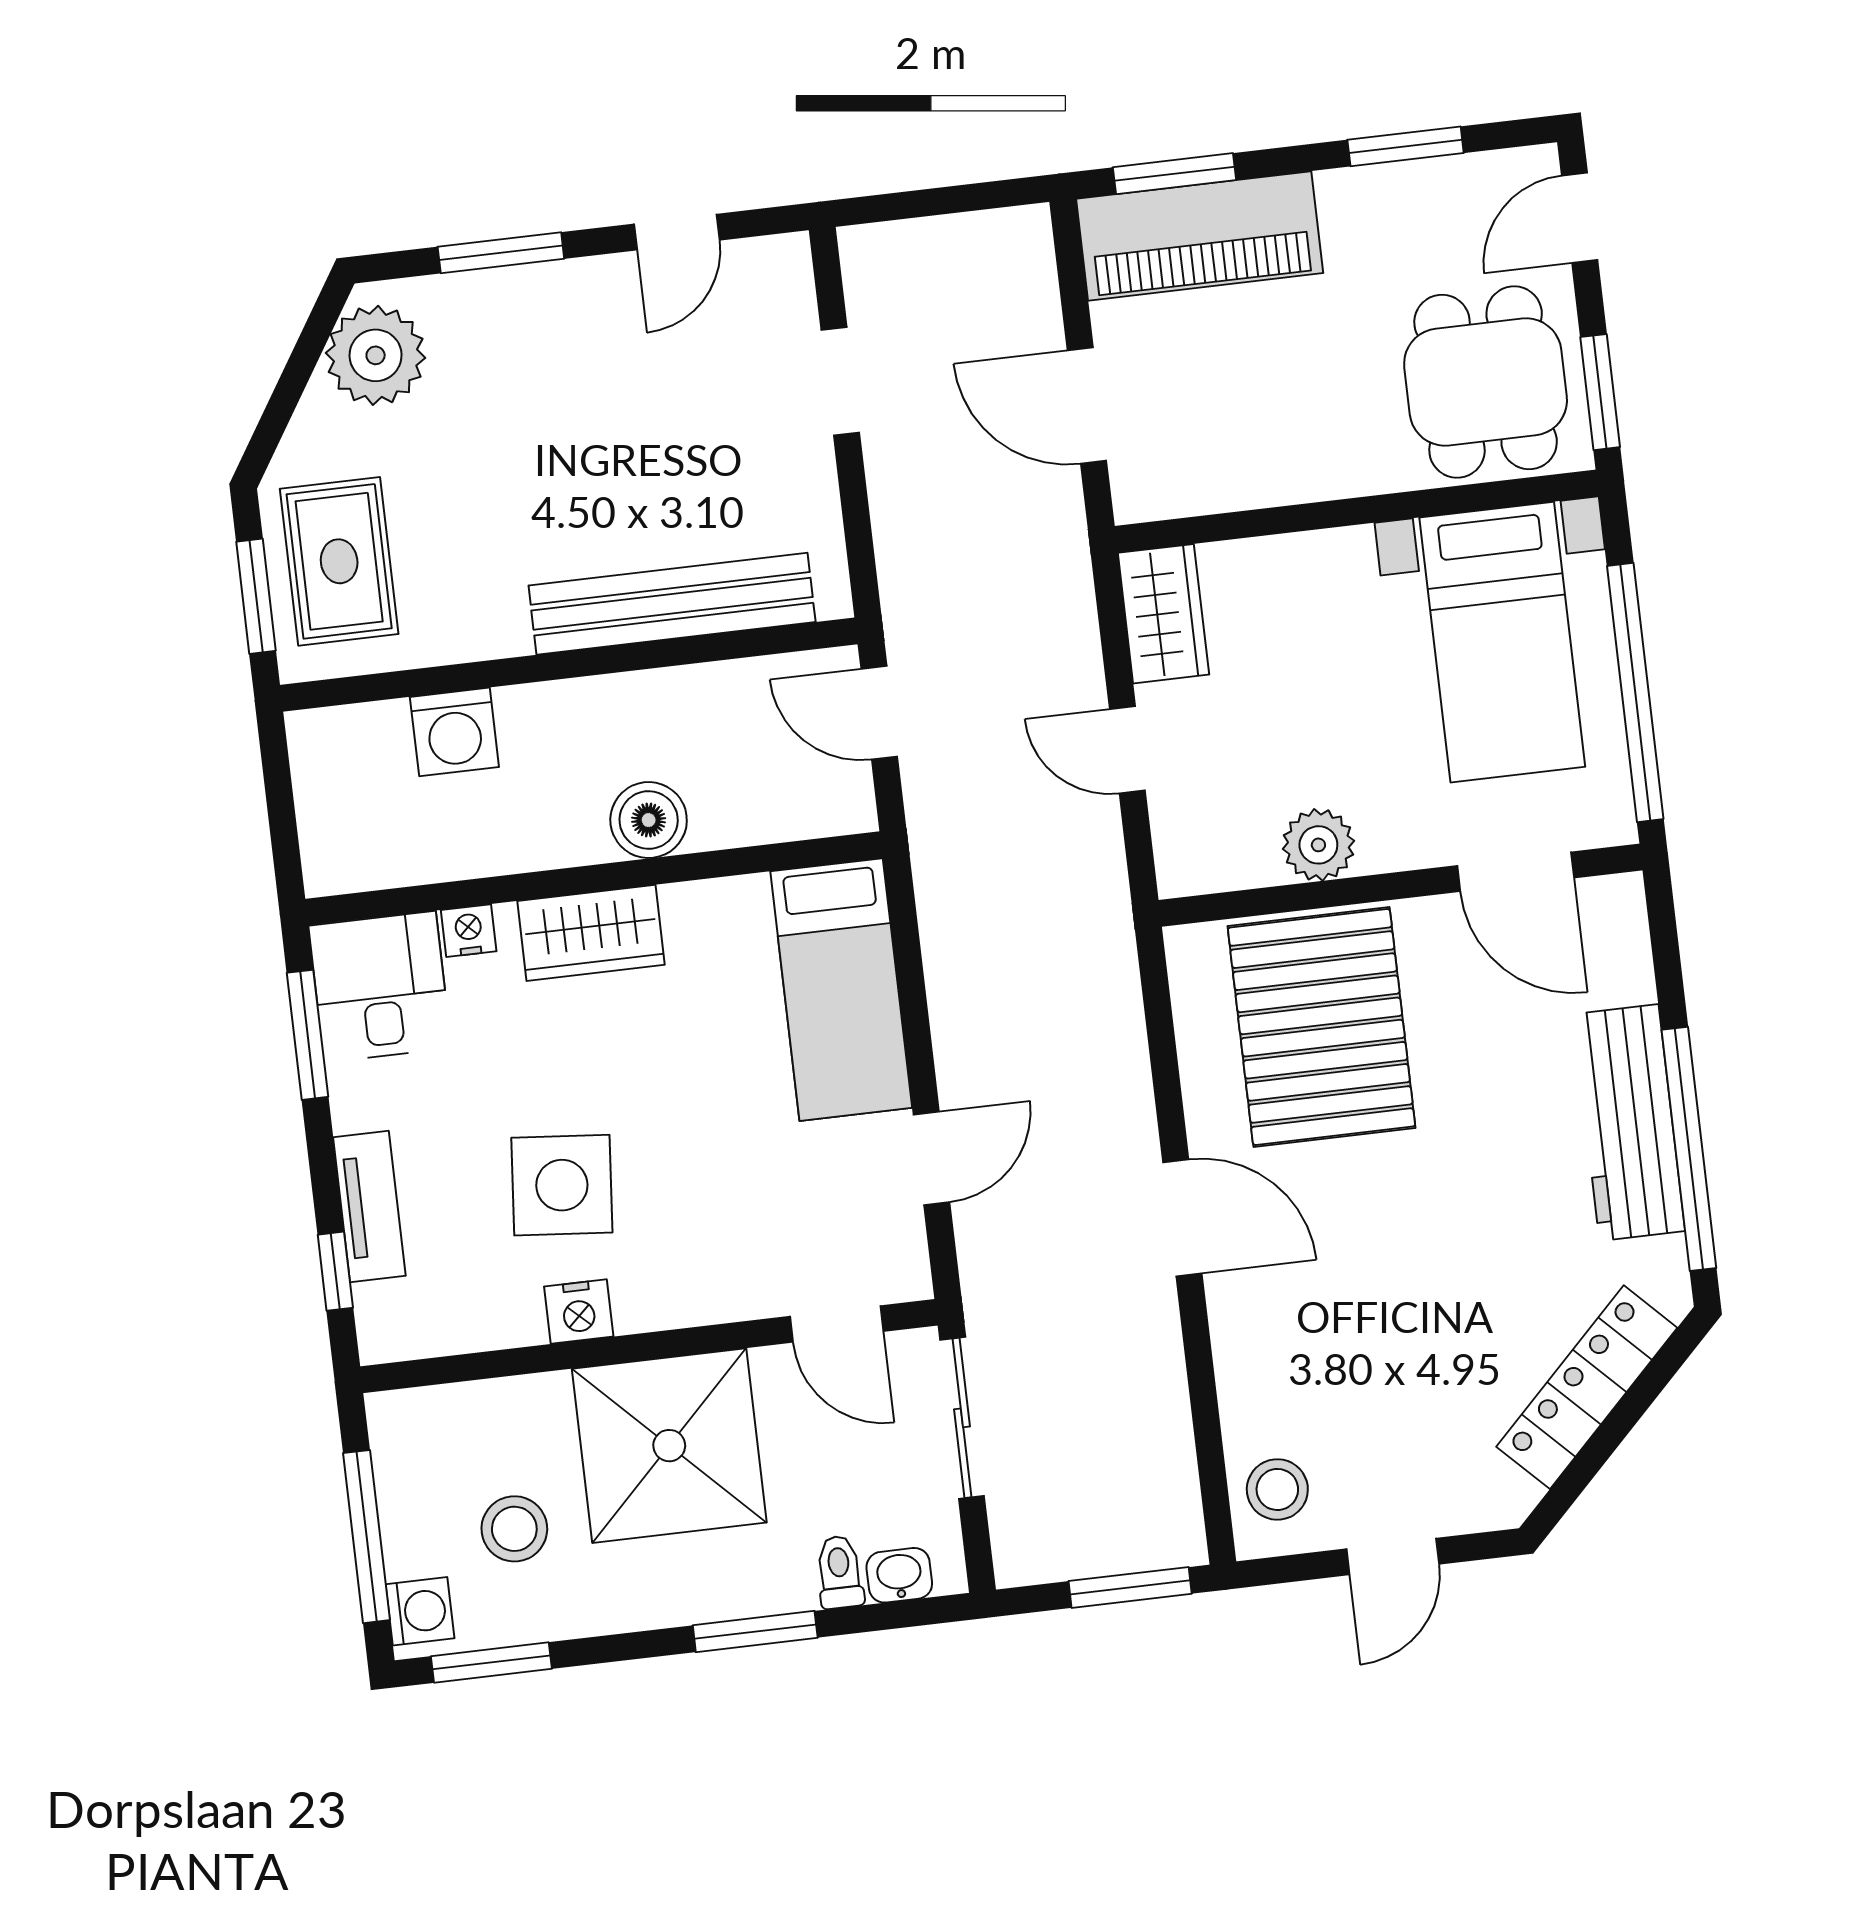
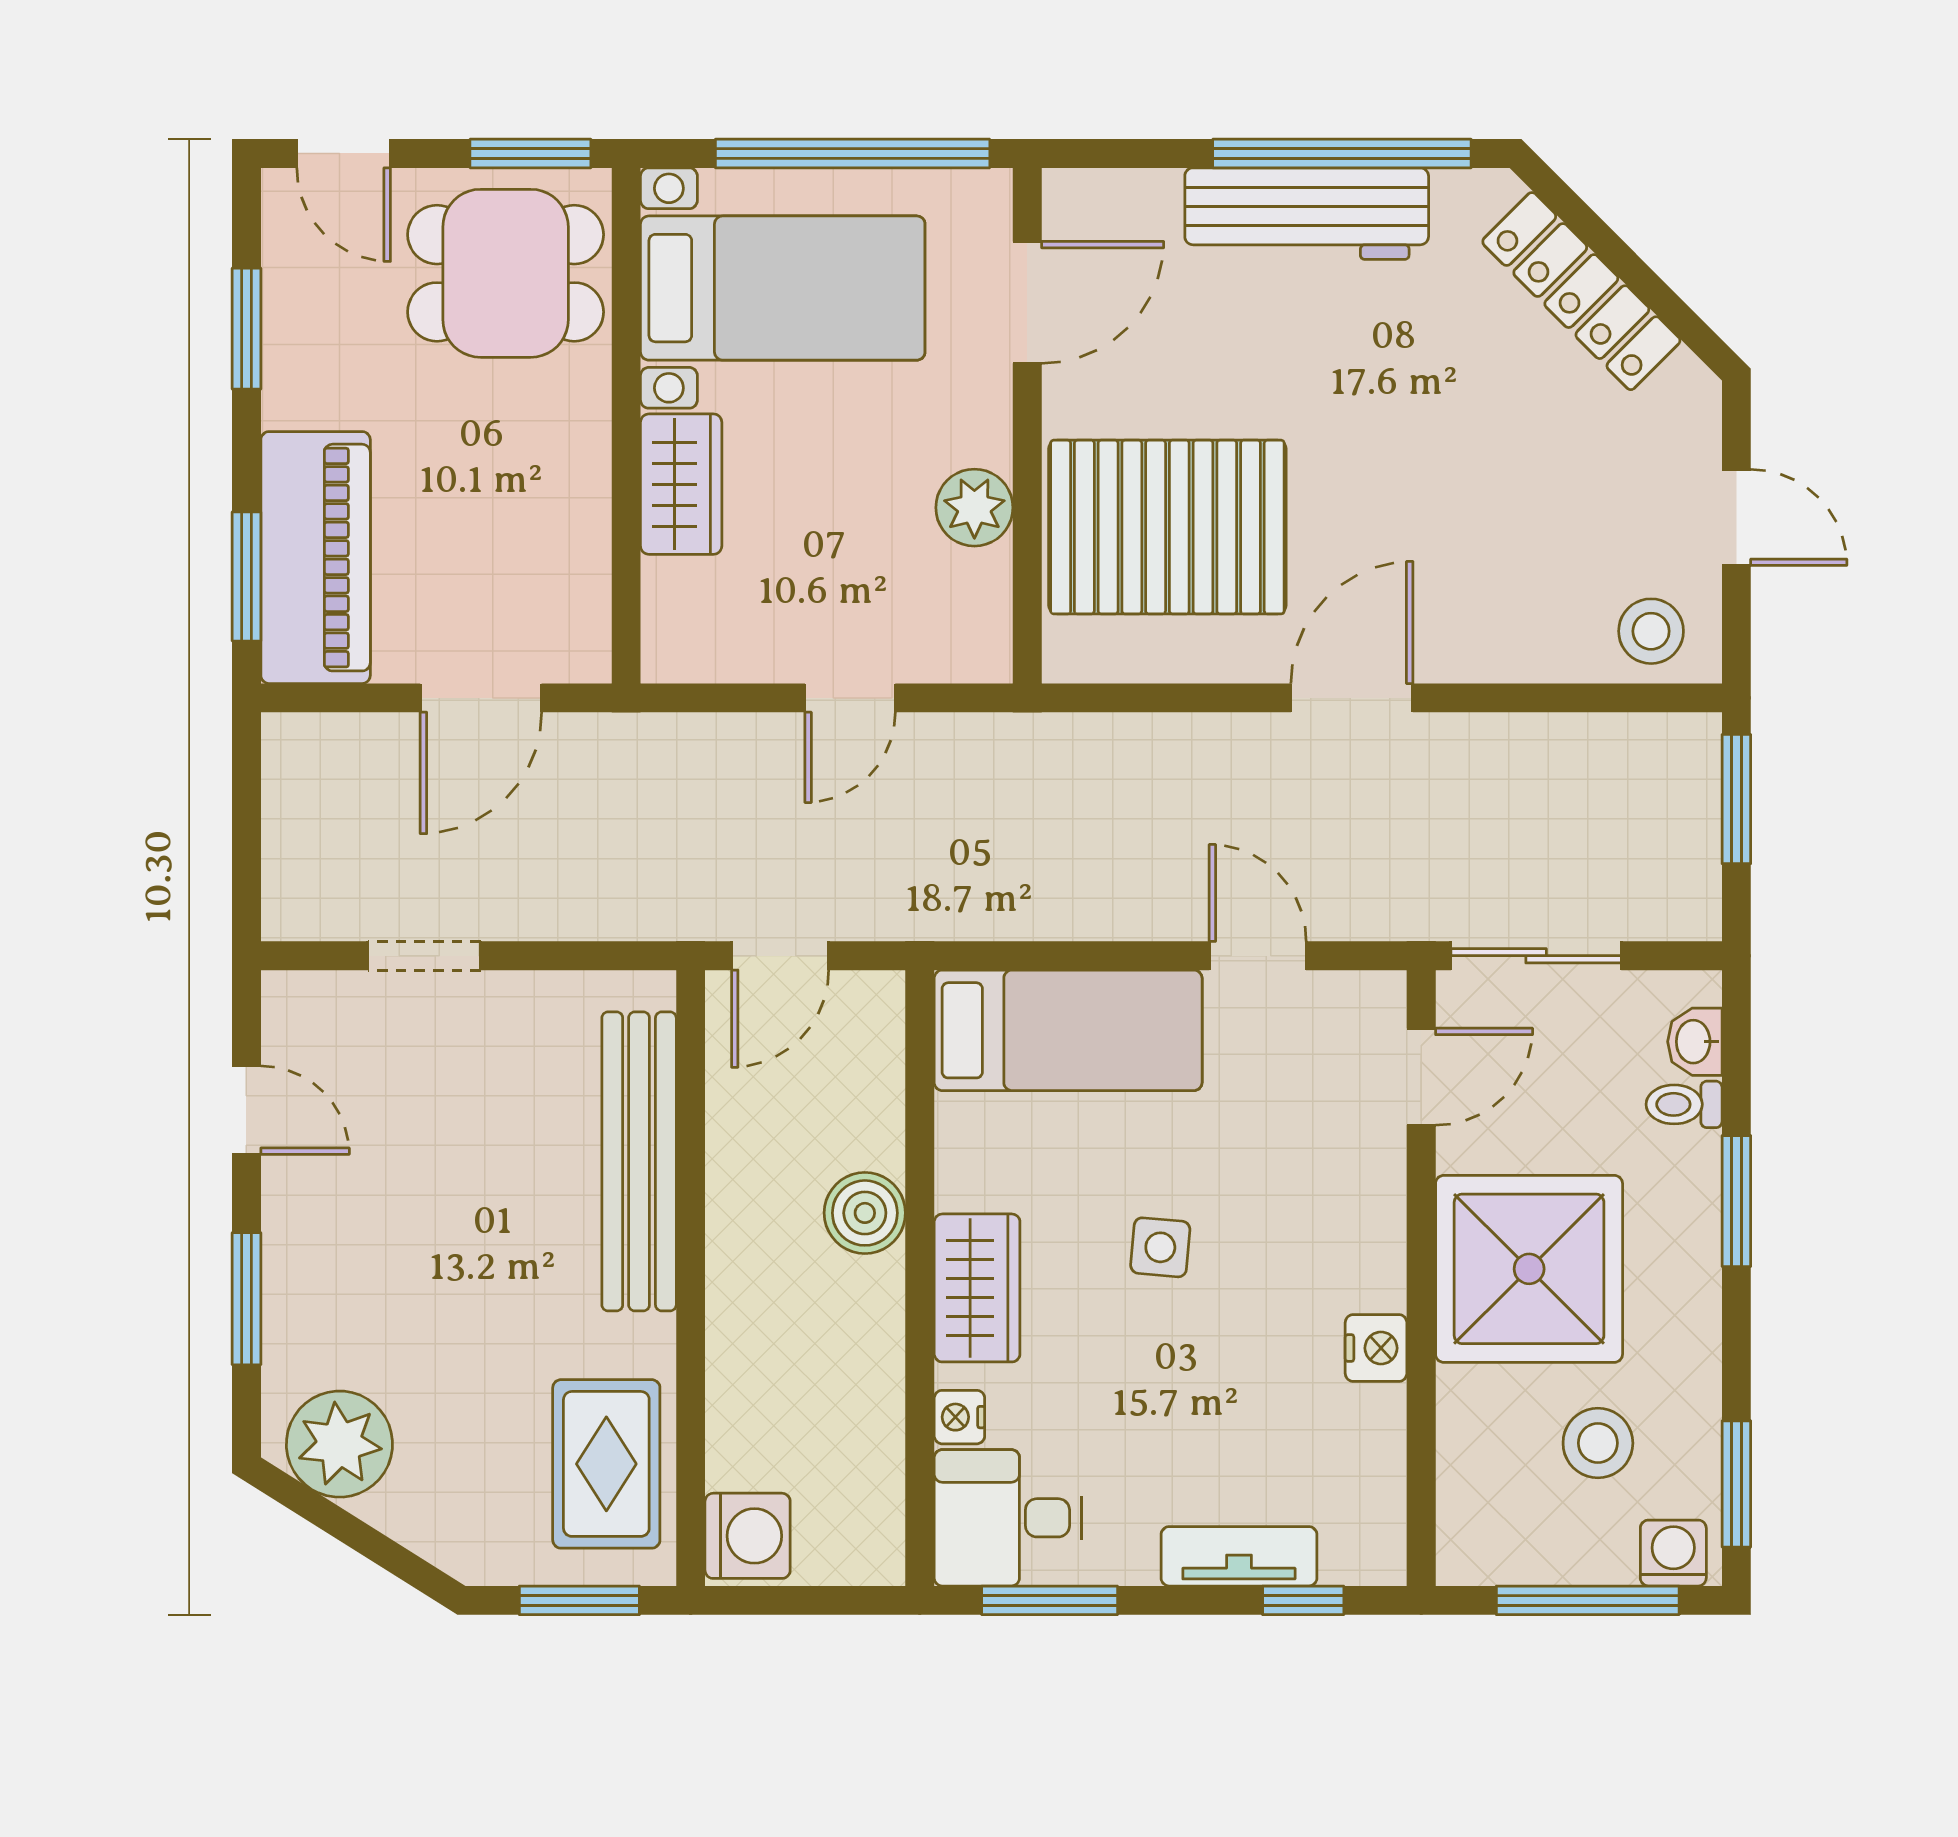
rug: (339, 561) -> (606, 1464), moved, turned 90
wardrobe: (1163, 614) -> (681, 484), moved, turned 90
washing machine: (454, 732) -> (748, 1536), moved
side table: (562, 1185) -> (1160, 1247), moved, width x0.54, depth x0.54

